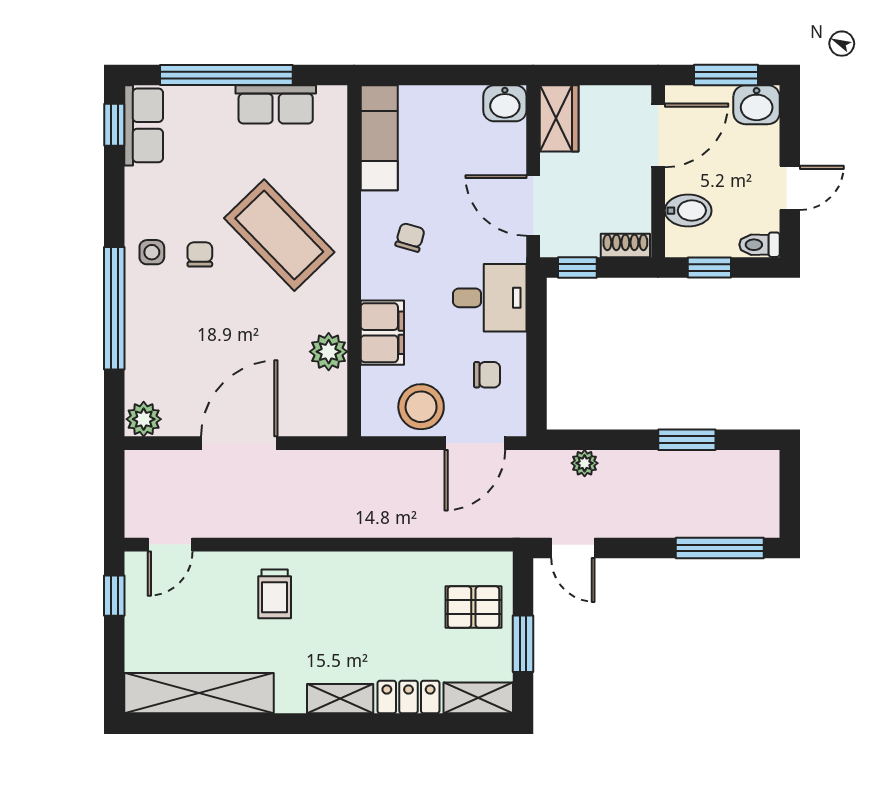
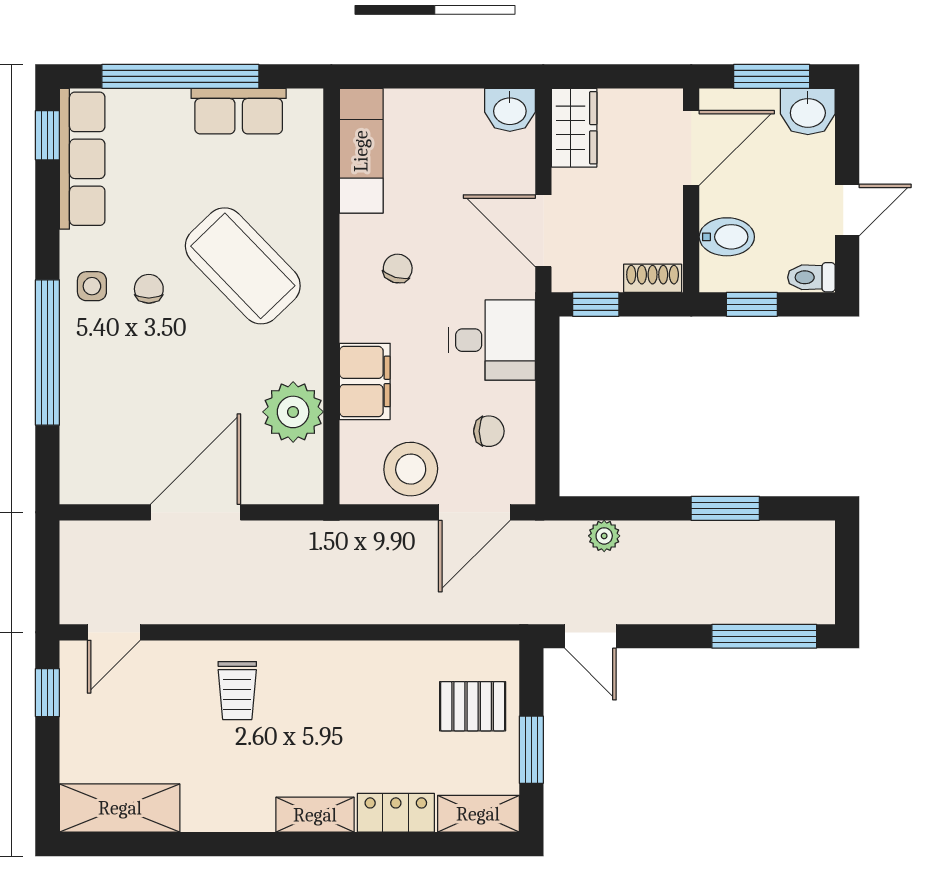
row of seats: (144, 125) -> (82, 159), width x1.48
plant: (329, 352) -> (293, 412), width x1.36, depth x1.36
plant: (144, 419) -> (82, 484), removed
shelving: (199, 693) -> (120, 808), width x0.68

